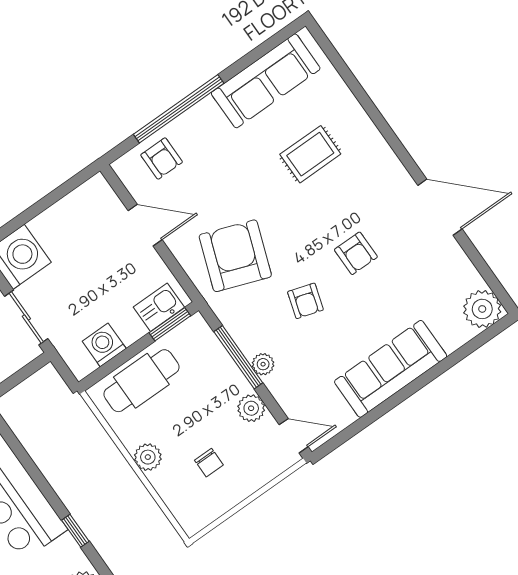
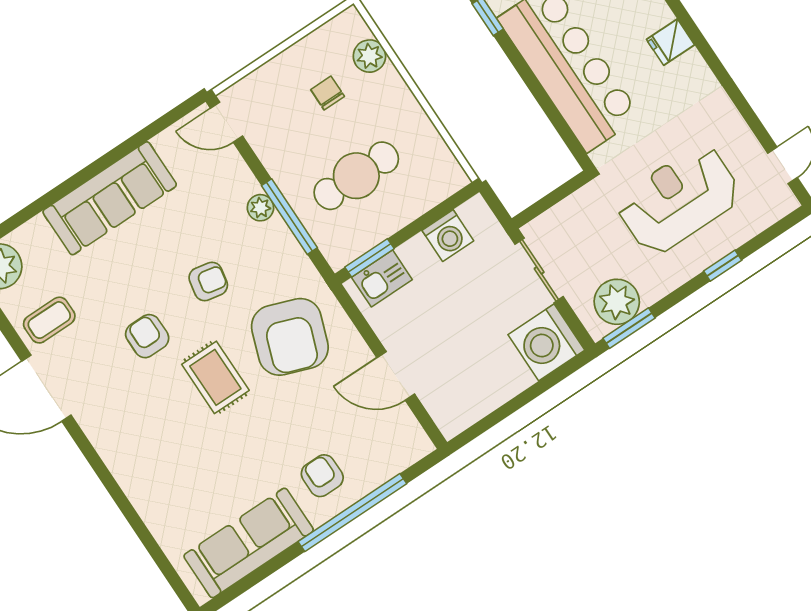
rug: (310, 154) -> (215, 377), moved, turned 90
armchair: (162, 158) -> (322, 476), moved
coffee table: (439, 265) -> (49, 320), added
armchair: (305, 301) -> (208, 281), turned 84
cafe table: (141, 381) -> (356, 176), moved
plant: (251, 408) -> (276, 156), removed
plant: (148, 457) -> (369, 56), moved

